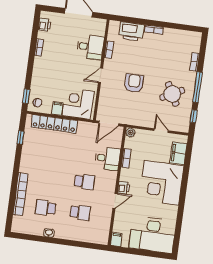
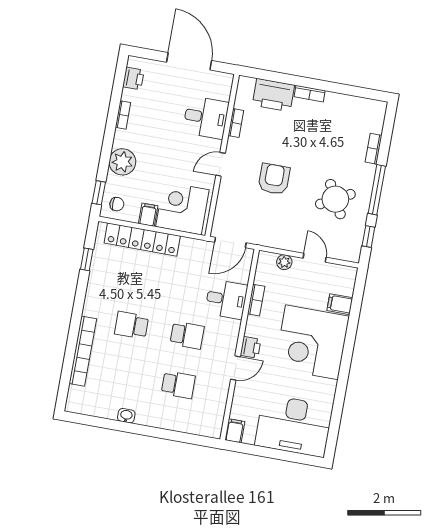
plant: (40, 77) -> (122, 162), added
plant: (130, 132) -> (284, 262), moved
filing cabinet: (178, 153) -> (340, 304), width x0.50
school desk: (46, 208) -> (132, 325), moved

